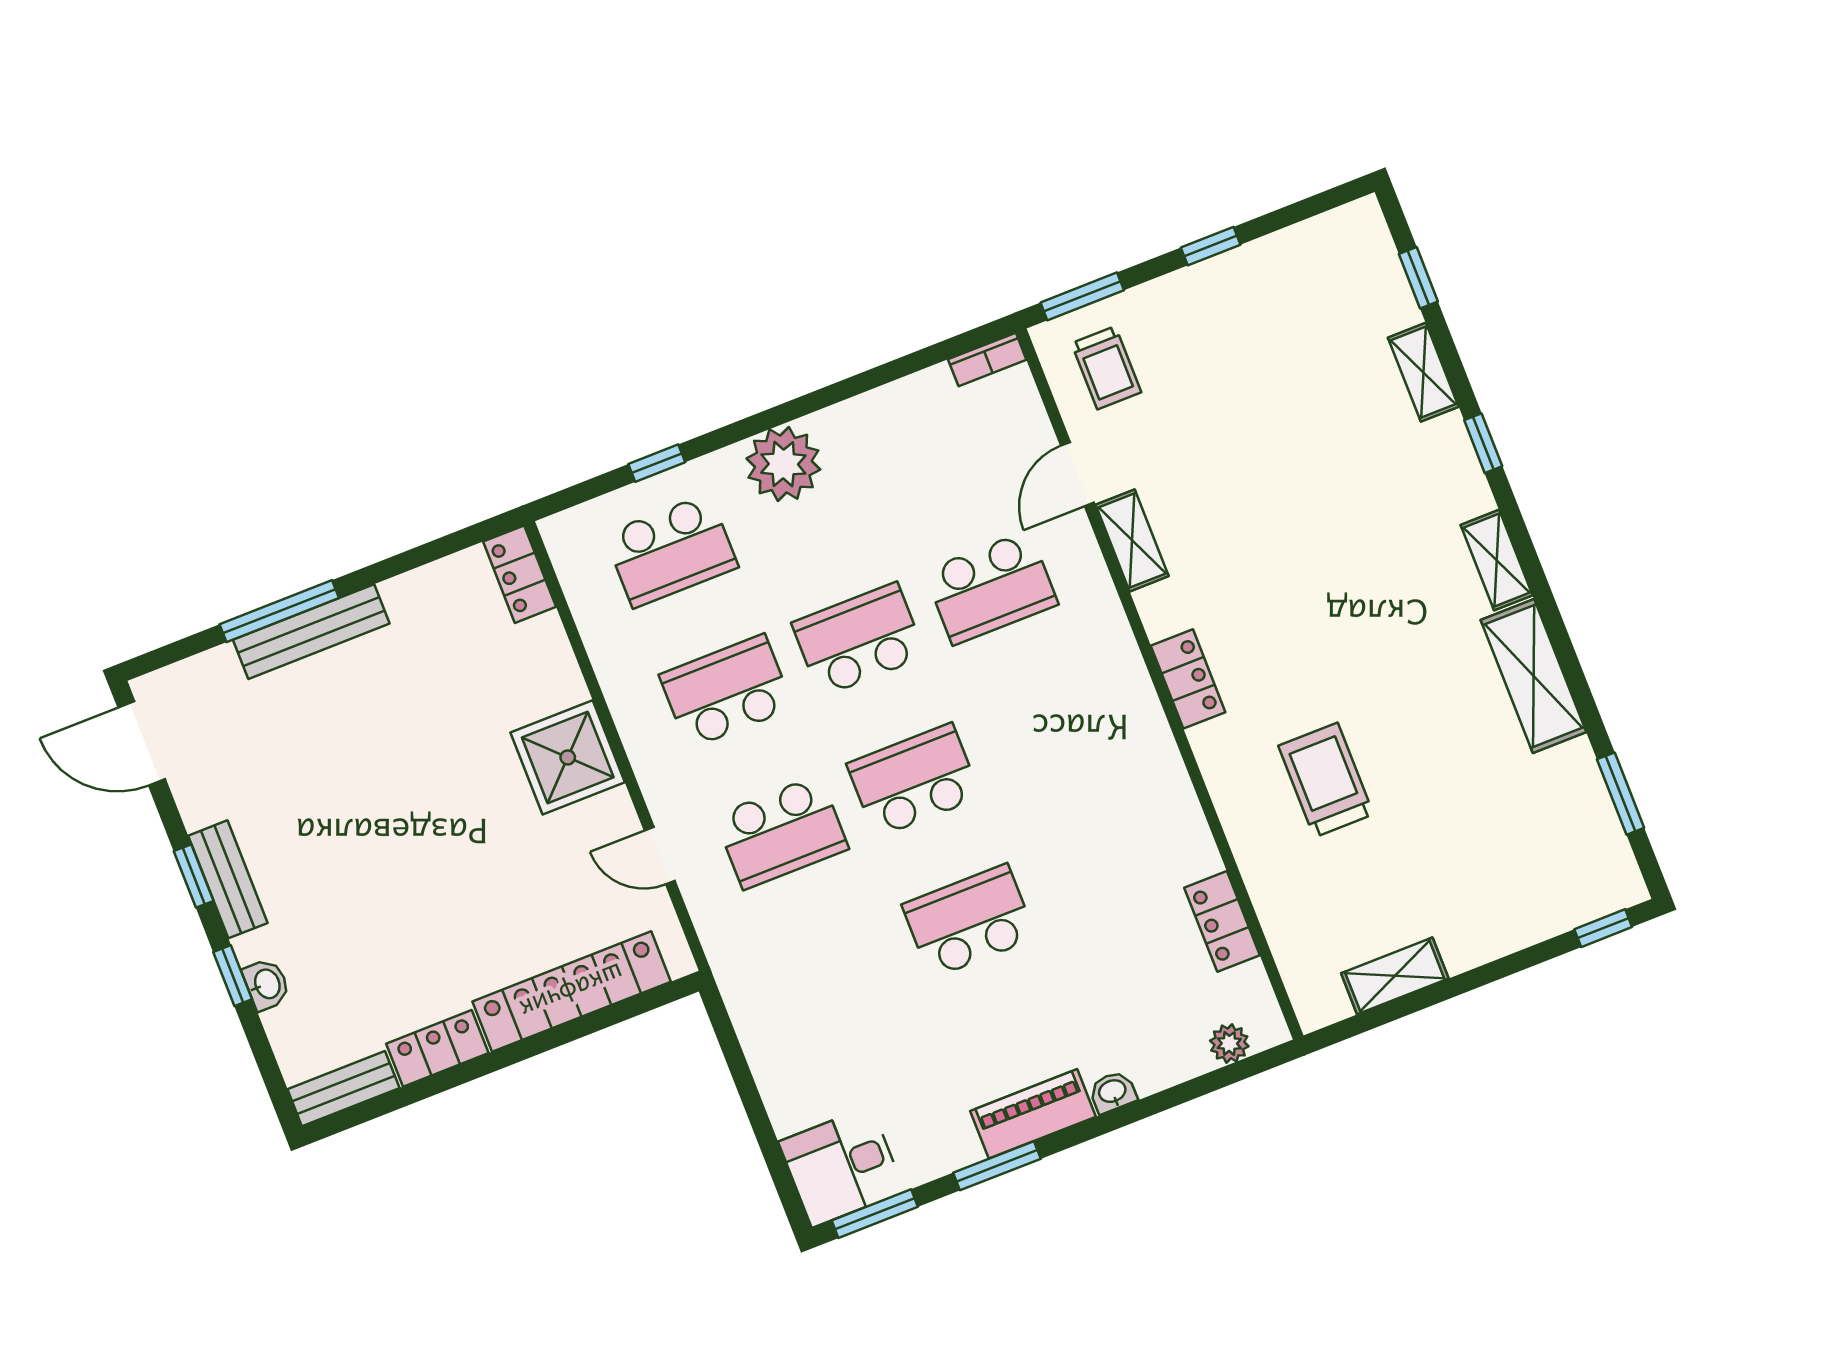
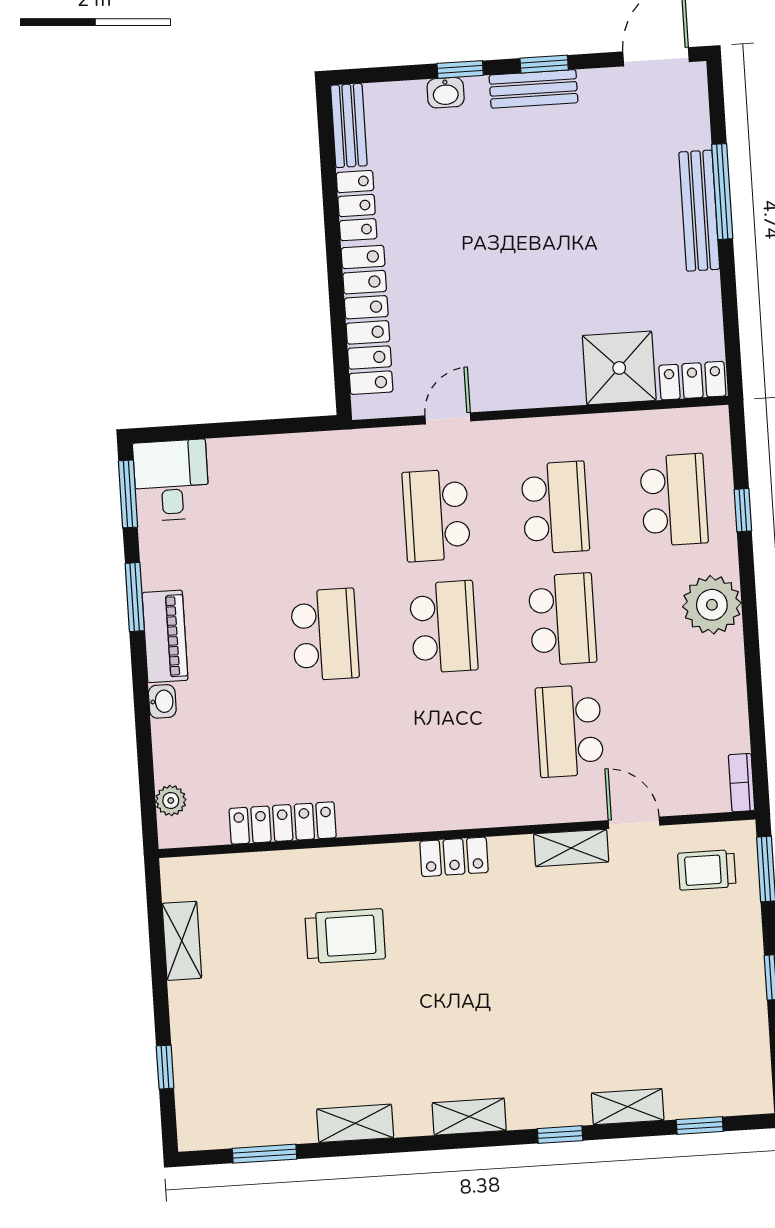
school desk: (671, 551) -> (674, 500), turned 180
shelving: (1534, 676) -> (355, 1123), width x0.67, depth x0.75
shower: (568, 757) -> (619, 368), moved
locker: (1222, 921) -> (283, 823), width x1.53
window: (1603, 928) -> (165, 1067), moved

